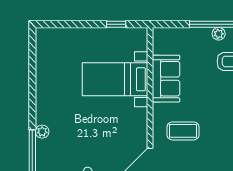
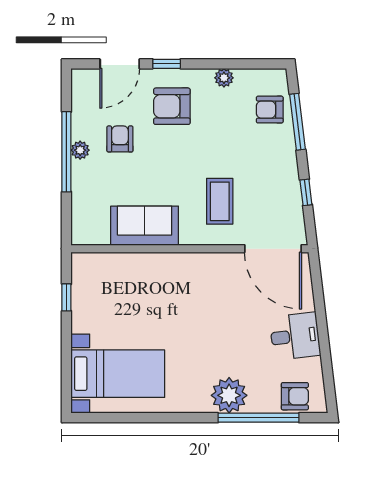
bed with nightstands: (115, 79) -> (118, 374), moved, turned -90
plant: (42, 132) -> (229, 395), width x1.87, depth x1.87

